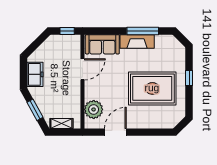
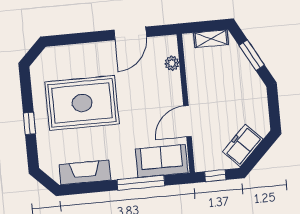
window: (143, 31) -> (141, 183), moved
fireplace: (137, 41) -> (85, 172), moved
freezer: (35, 74) -> (243, 146), moved, turned 45
plant: (94, 109) -> (172, 63), width x0.53, depth x0.53

